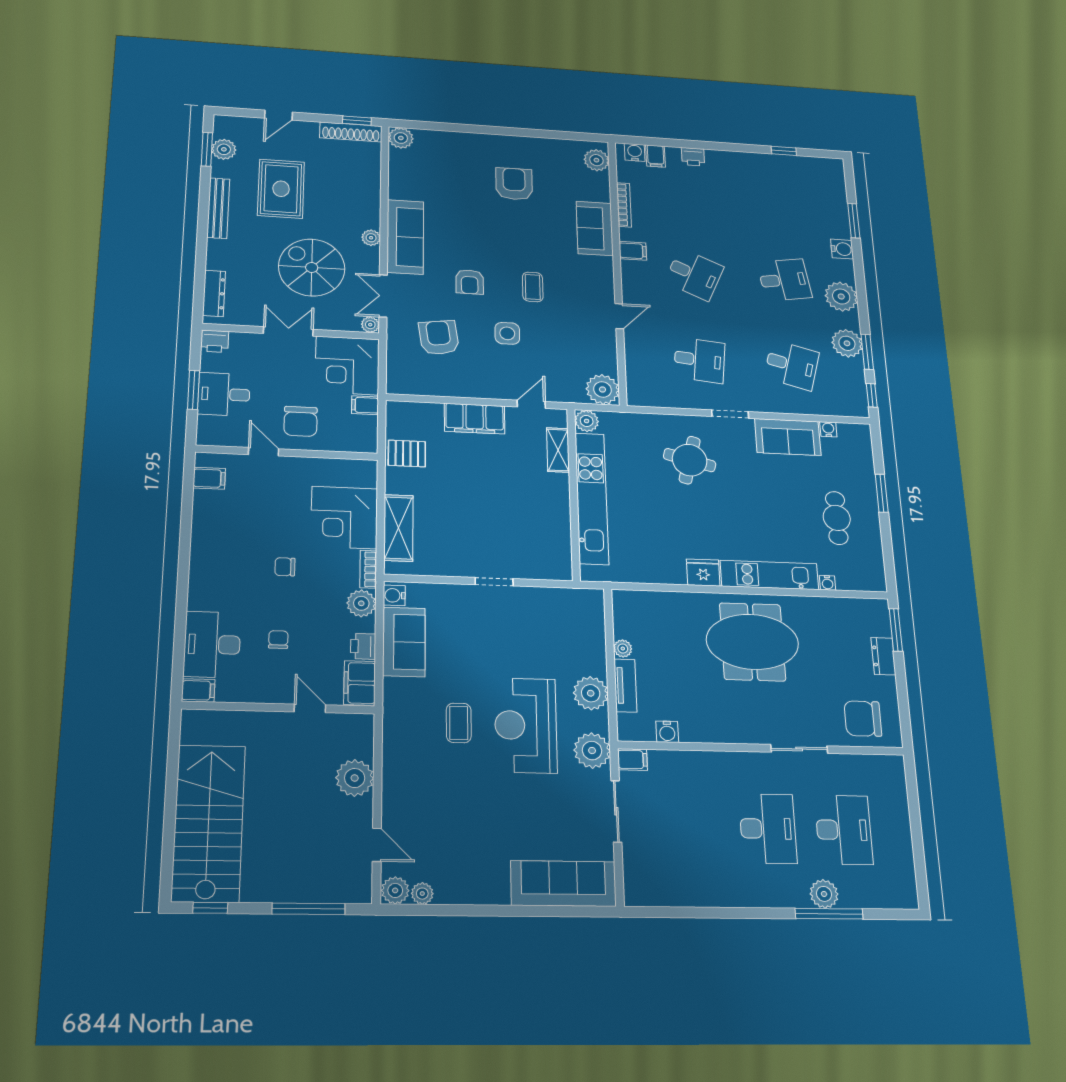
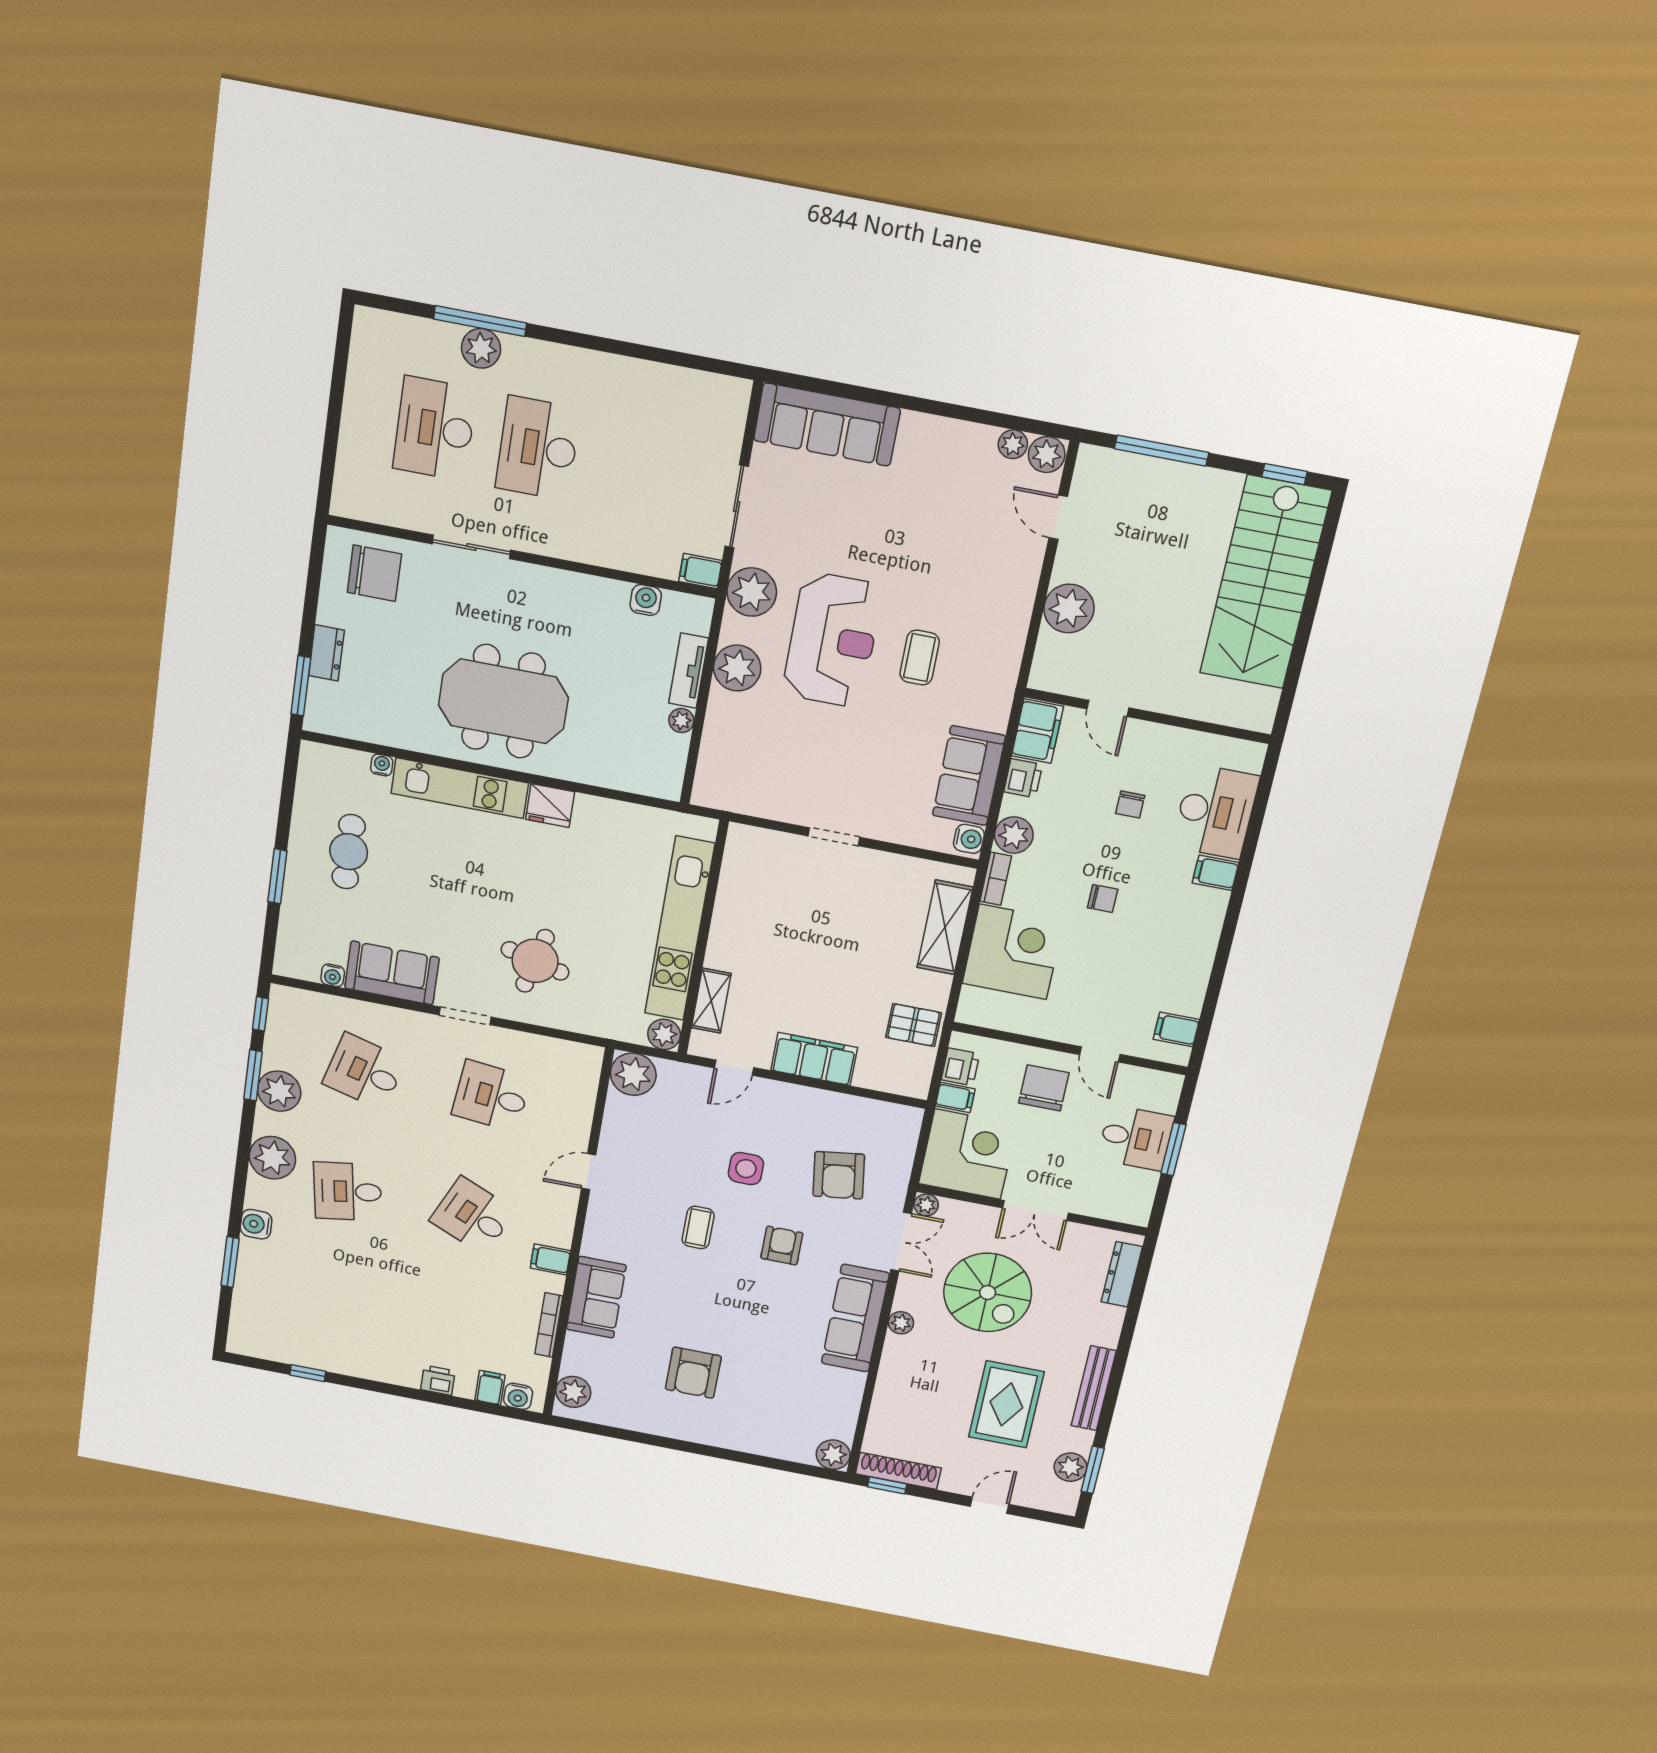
printer: (215, 341) -> (960, 1067), moved, turned 90
filing cabinet: (198, 690) -> (1215, 873), moved

